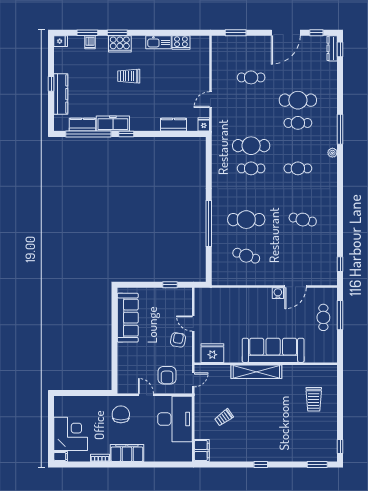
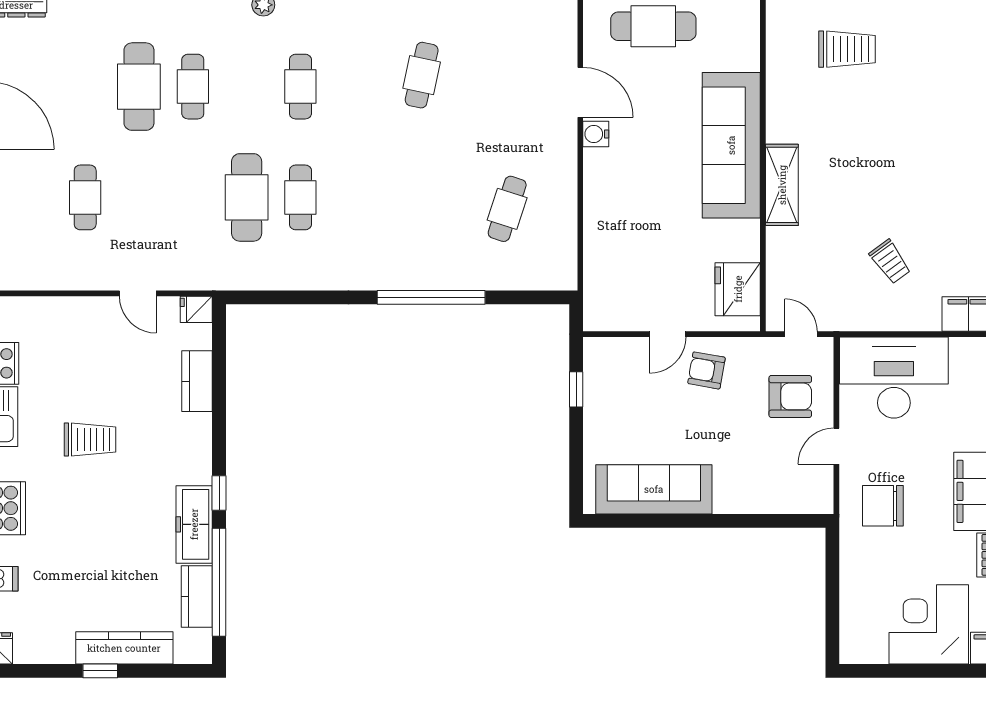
trolley: (129, 76) -> (90, 440), moved, turned -90
cafe table: (246, 220) -> (422, 209), removed
cafe table: (323, 317) -> (653, 26), width x1.37, depth x1.35
shelving: (256, 372) -> (782, 185), width x0.68

